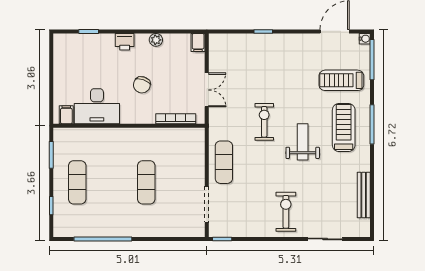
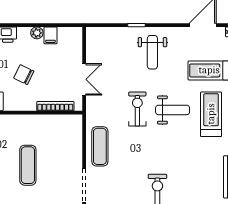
filing cabinet: (198, 42) -> (50, 35), moved
weight bench: (280, 61) -> (152, 52), added
chair: (142, 85) -> (24, 75), turned 96
weight bench: (303, 142) -> (173, 110), moved, turned 90

